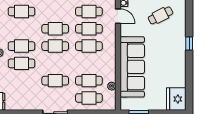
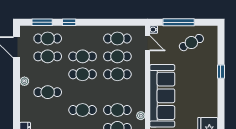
cafe table: (21, 46) -> (48, 56), moved

